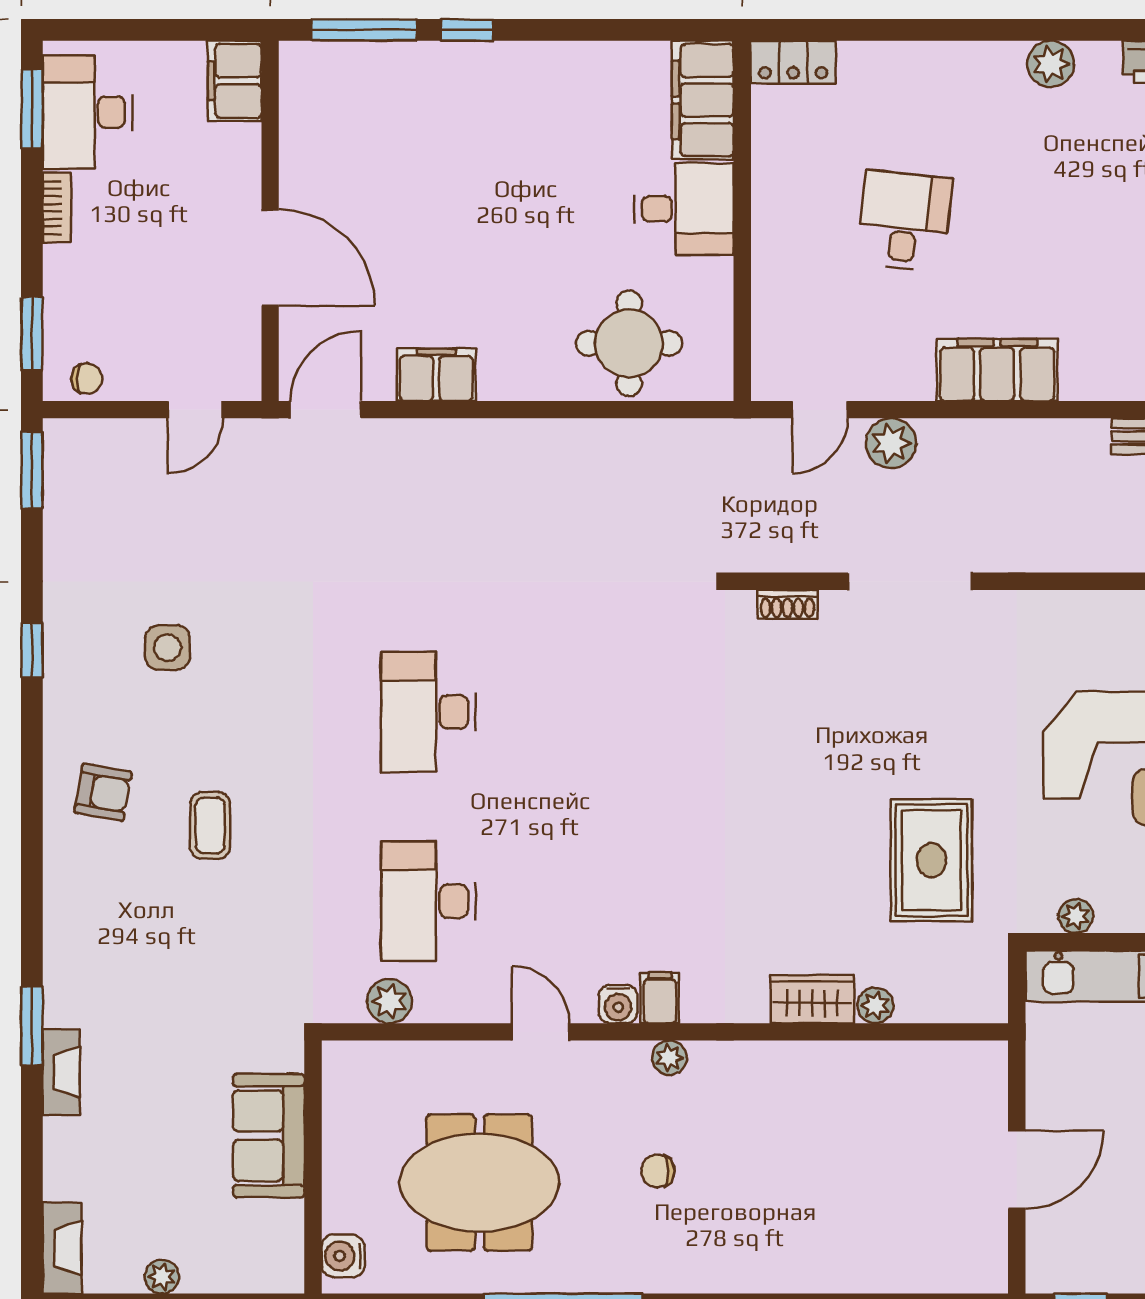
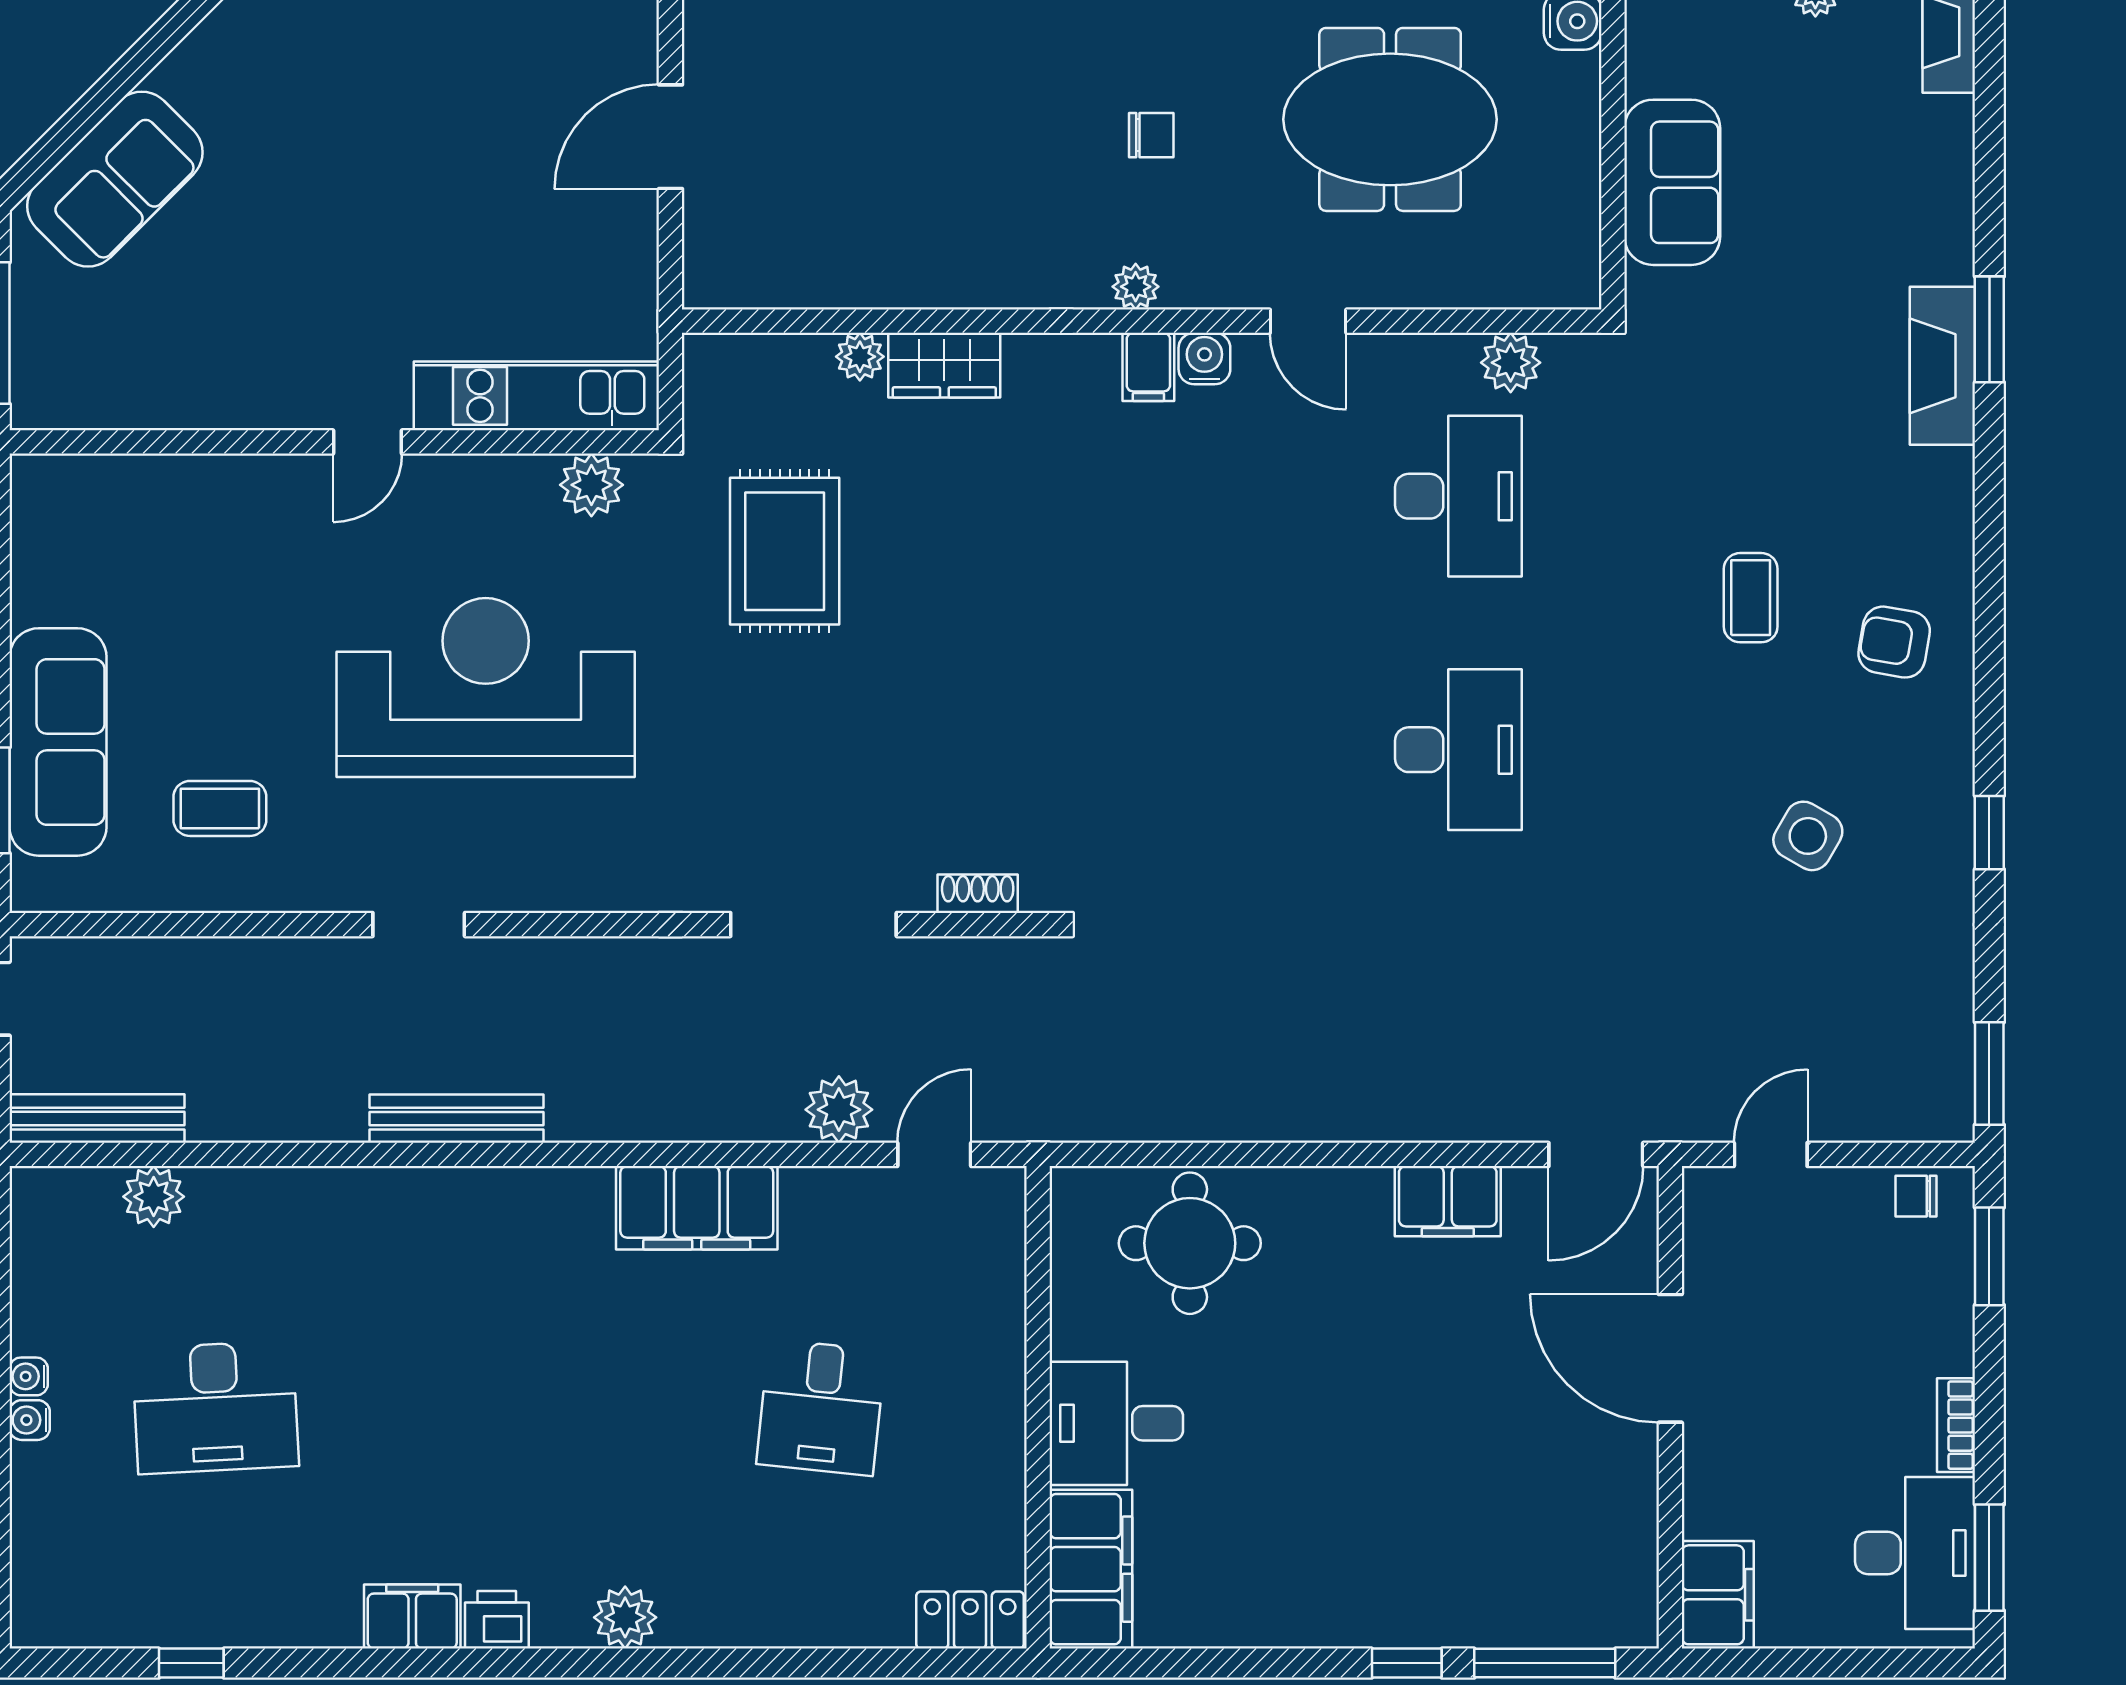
side table: (167, 648) -> (1808, 836), turned 30
plant: (1076, 916) -> (591, 485), width x1.38, depth x1.38
fireplace: (61, 1072) -> (1942, 366), moved, width x1.37, depth x1.32

